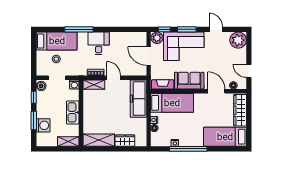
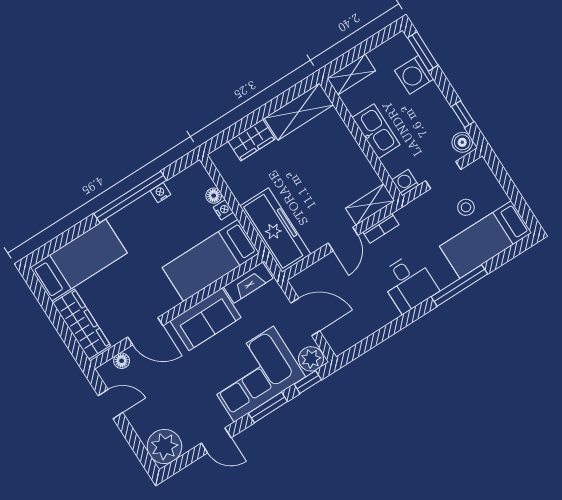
door: (114, 78) -> (343, 239), hinge flipped
window: (34, 120) -> (423, 51), moved

